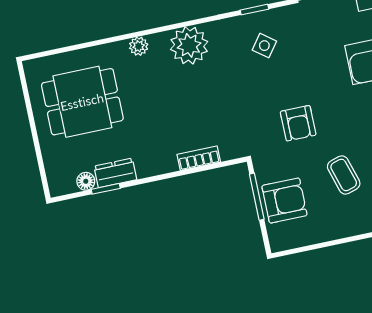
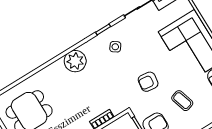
plant: (139, 46) -> (48, 71), removed
armchair: (298, 123) -> (148, 82), turned 97

